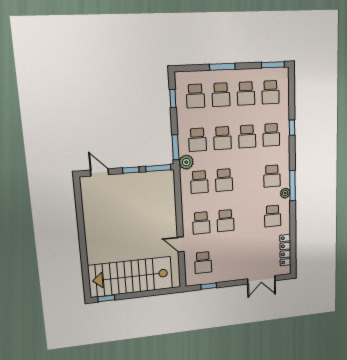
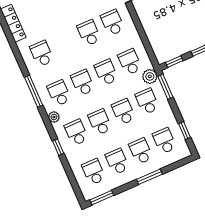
window: (158, 168) -> (174, 62), width x0.67
school desk: (248, 178) -> (83, 83), added
plant: (285, 193) -> (54, 117), moved

